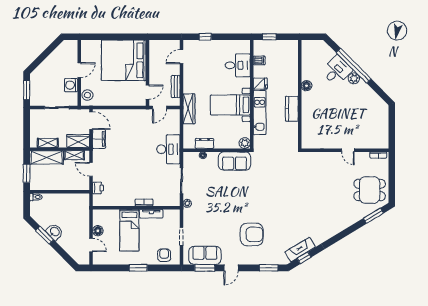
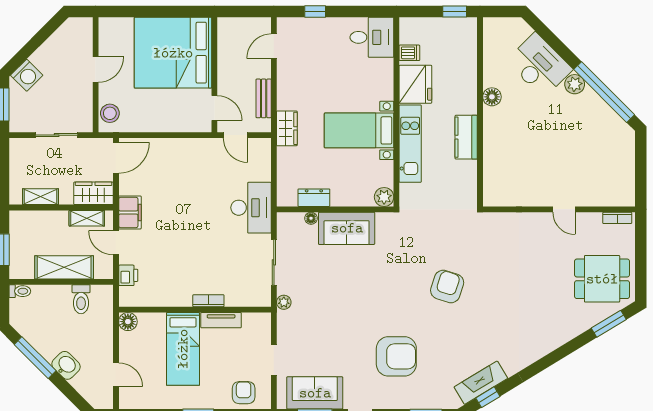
window: (269, 37) -> (455, 12), moved
desk: (238, 65) -> (372, 37), moved
window: (354, 66) -> (604, 92), moved
desk: (337, 71) -> (539, 65), width x1.37
fridge: (260, 84) -> (415, 84), width x1.88, depth x1.34
washing machine: (71, 85) -> (27, 75), moved, turned -135
door: (147, 92) -> (214, 108), hinge flipped
door: (159, 108) -> (235, 135), hinge flipped
wardrobe: (189, 109) -> (287, 128), width x0.67
door: (91, 121) -> (116, 158), hinge flipped
filing cabinet: (99, 139) -> (130, 212), moved
shelving: (47, 157) -> (64, 267), moved
sofa: (235, 161) -> (347, 228), moved
armchair: (281, 194) -> (447, 286), added
toilet: (71, 202) -> (81, 299), added
floor lamp: (98, 231) -> (128, 322), moved
washbasin: (55, 232) -> (66, 365), moved
window: (45, 235) -> (35, 358), width x1.44

